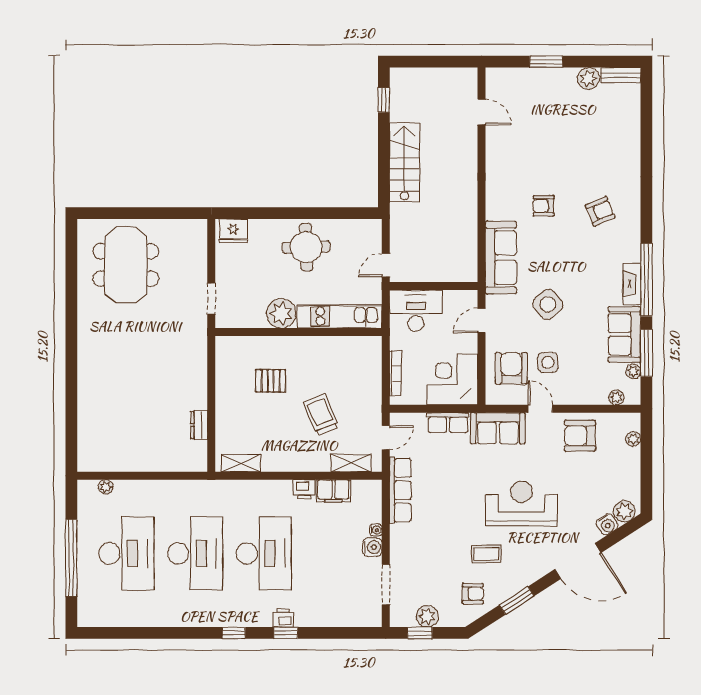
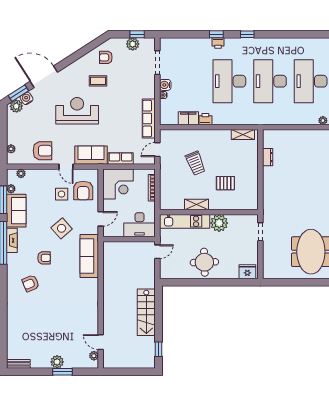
plant: (588, 79) -> (57, 362), moved
plant: (493, 89) -> (94, 356), added
armchair: (544, 206) -> (44, 258), moved
shelving: (351, 463) -> (196, 204), moved
reception desk: (522, 504) -> (77, 111), turned 180
window: (517, 601) -> (18, 93), moved

